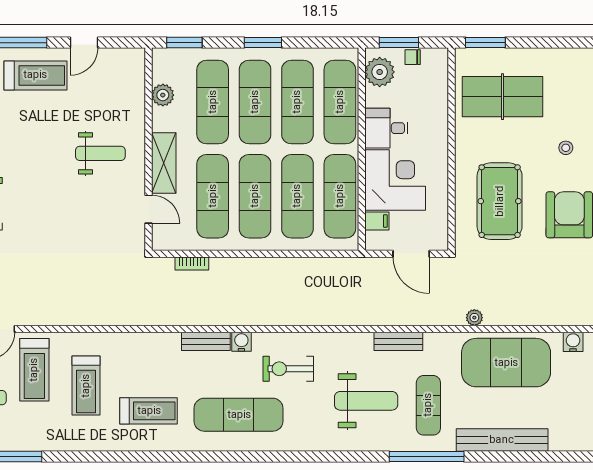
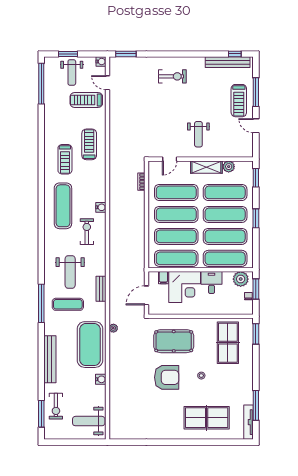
shelving: (164, 163) -> (206, 167), moved
bench: (206, 341) -> (101, 189), removed
treadmill: (86, 386) -> (89, 144), moved, turned 90
bench: (502, 440) -> (50, 359), moved

